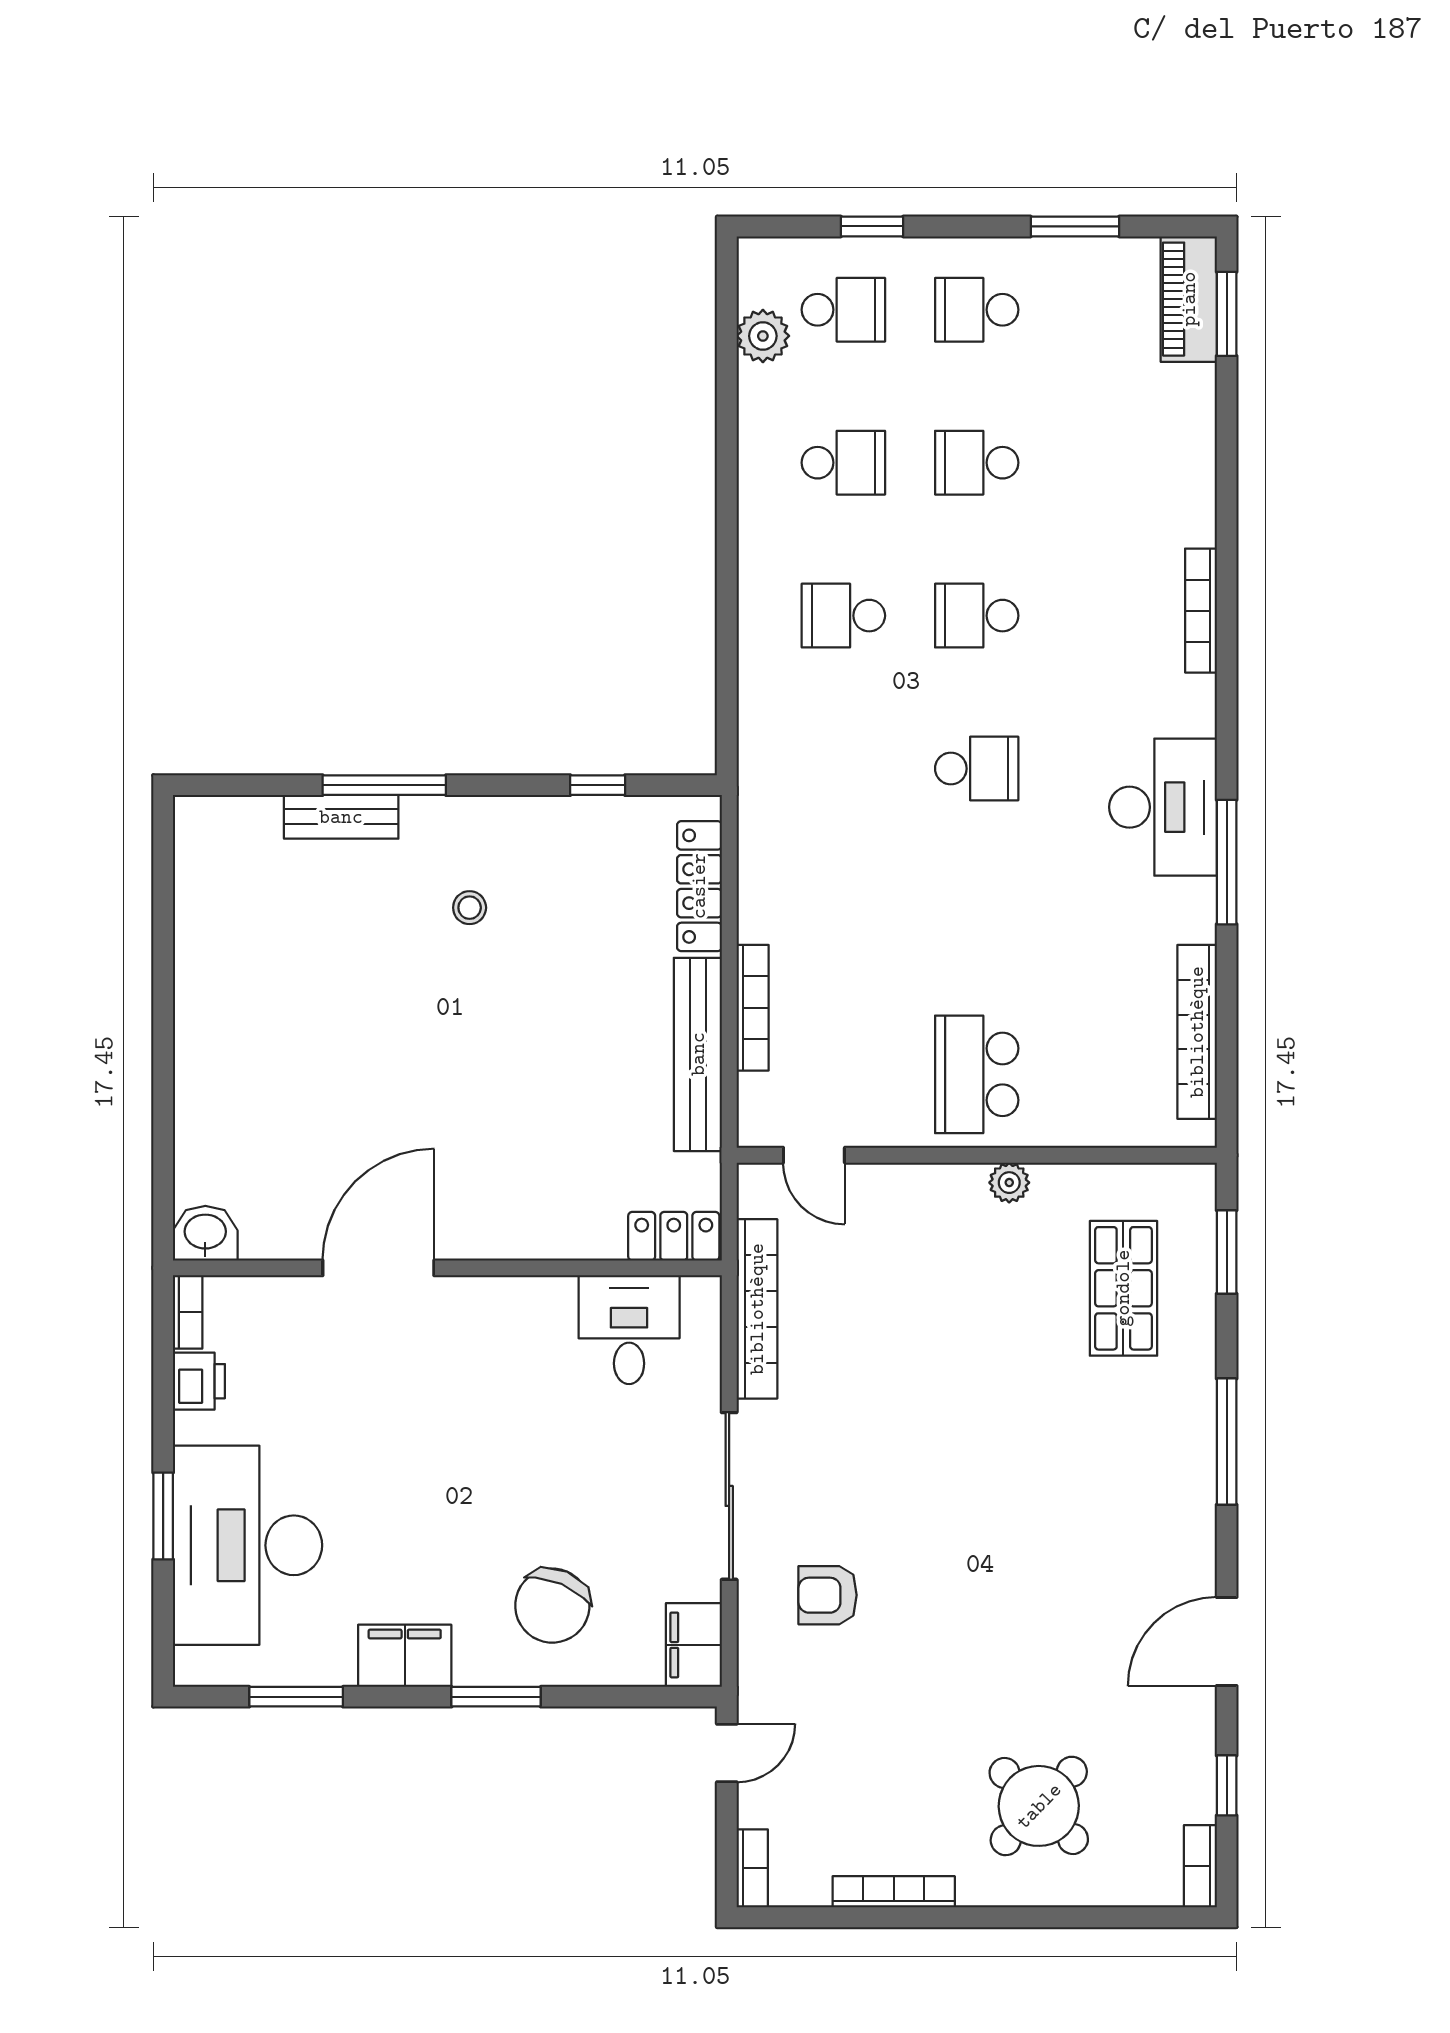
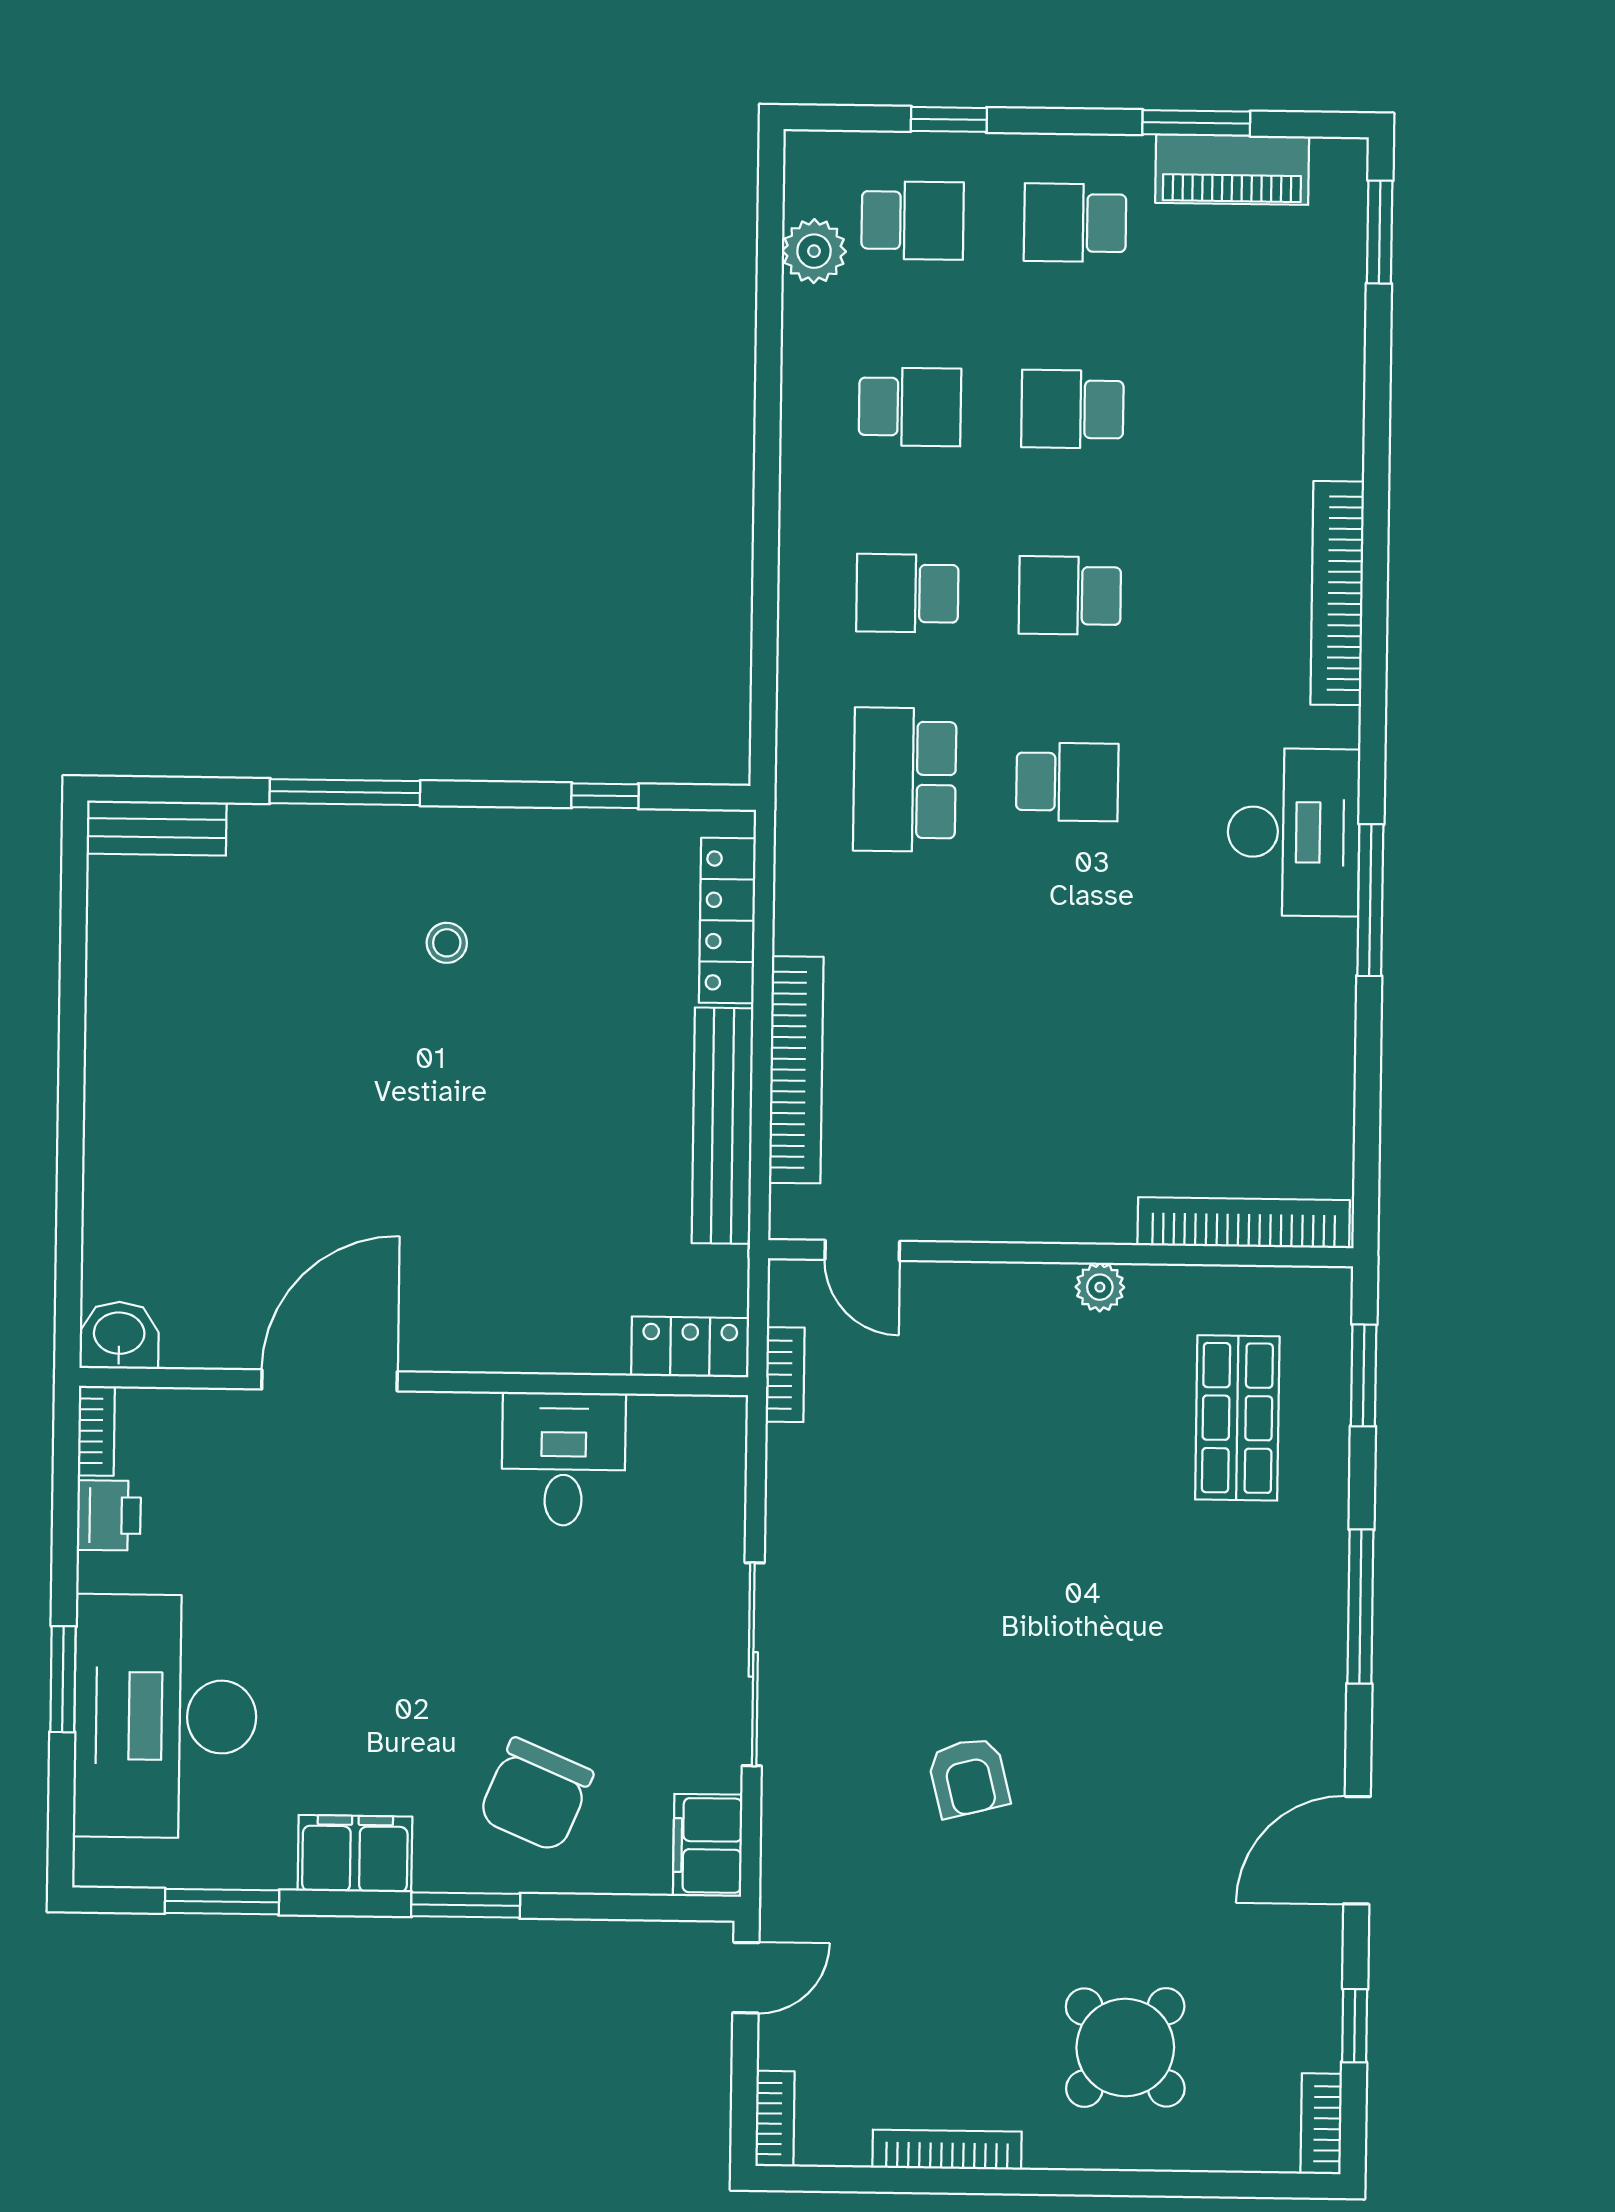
piano: (1189, 299) -> (1232, 170), moved, turned -90
bookcase: (1201, 611) -> (1337, 593), width x1.48, depth x1.31
bench: (341, 817) -> (157, 828), moved
bookcase: (753, 1008) -> (796, 1070), width x1.48, depth x1.31
bookcase: (1197, 1032) -> (1244, 1223), moved, turned 90
school desk: (977, 1074) -> (905, 780), moved
bookcase: (757, 1309) -> (785, 1375), width x0.43, depth x0.76
desk: (629, 1330) -> (564, 1459), moved
armchair: (828, 1595) -> (969, 1777), moved, turned -104

